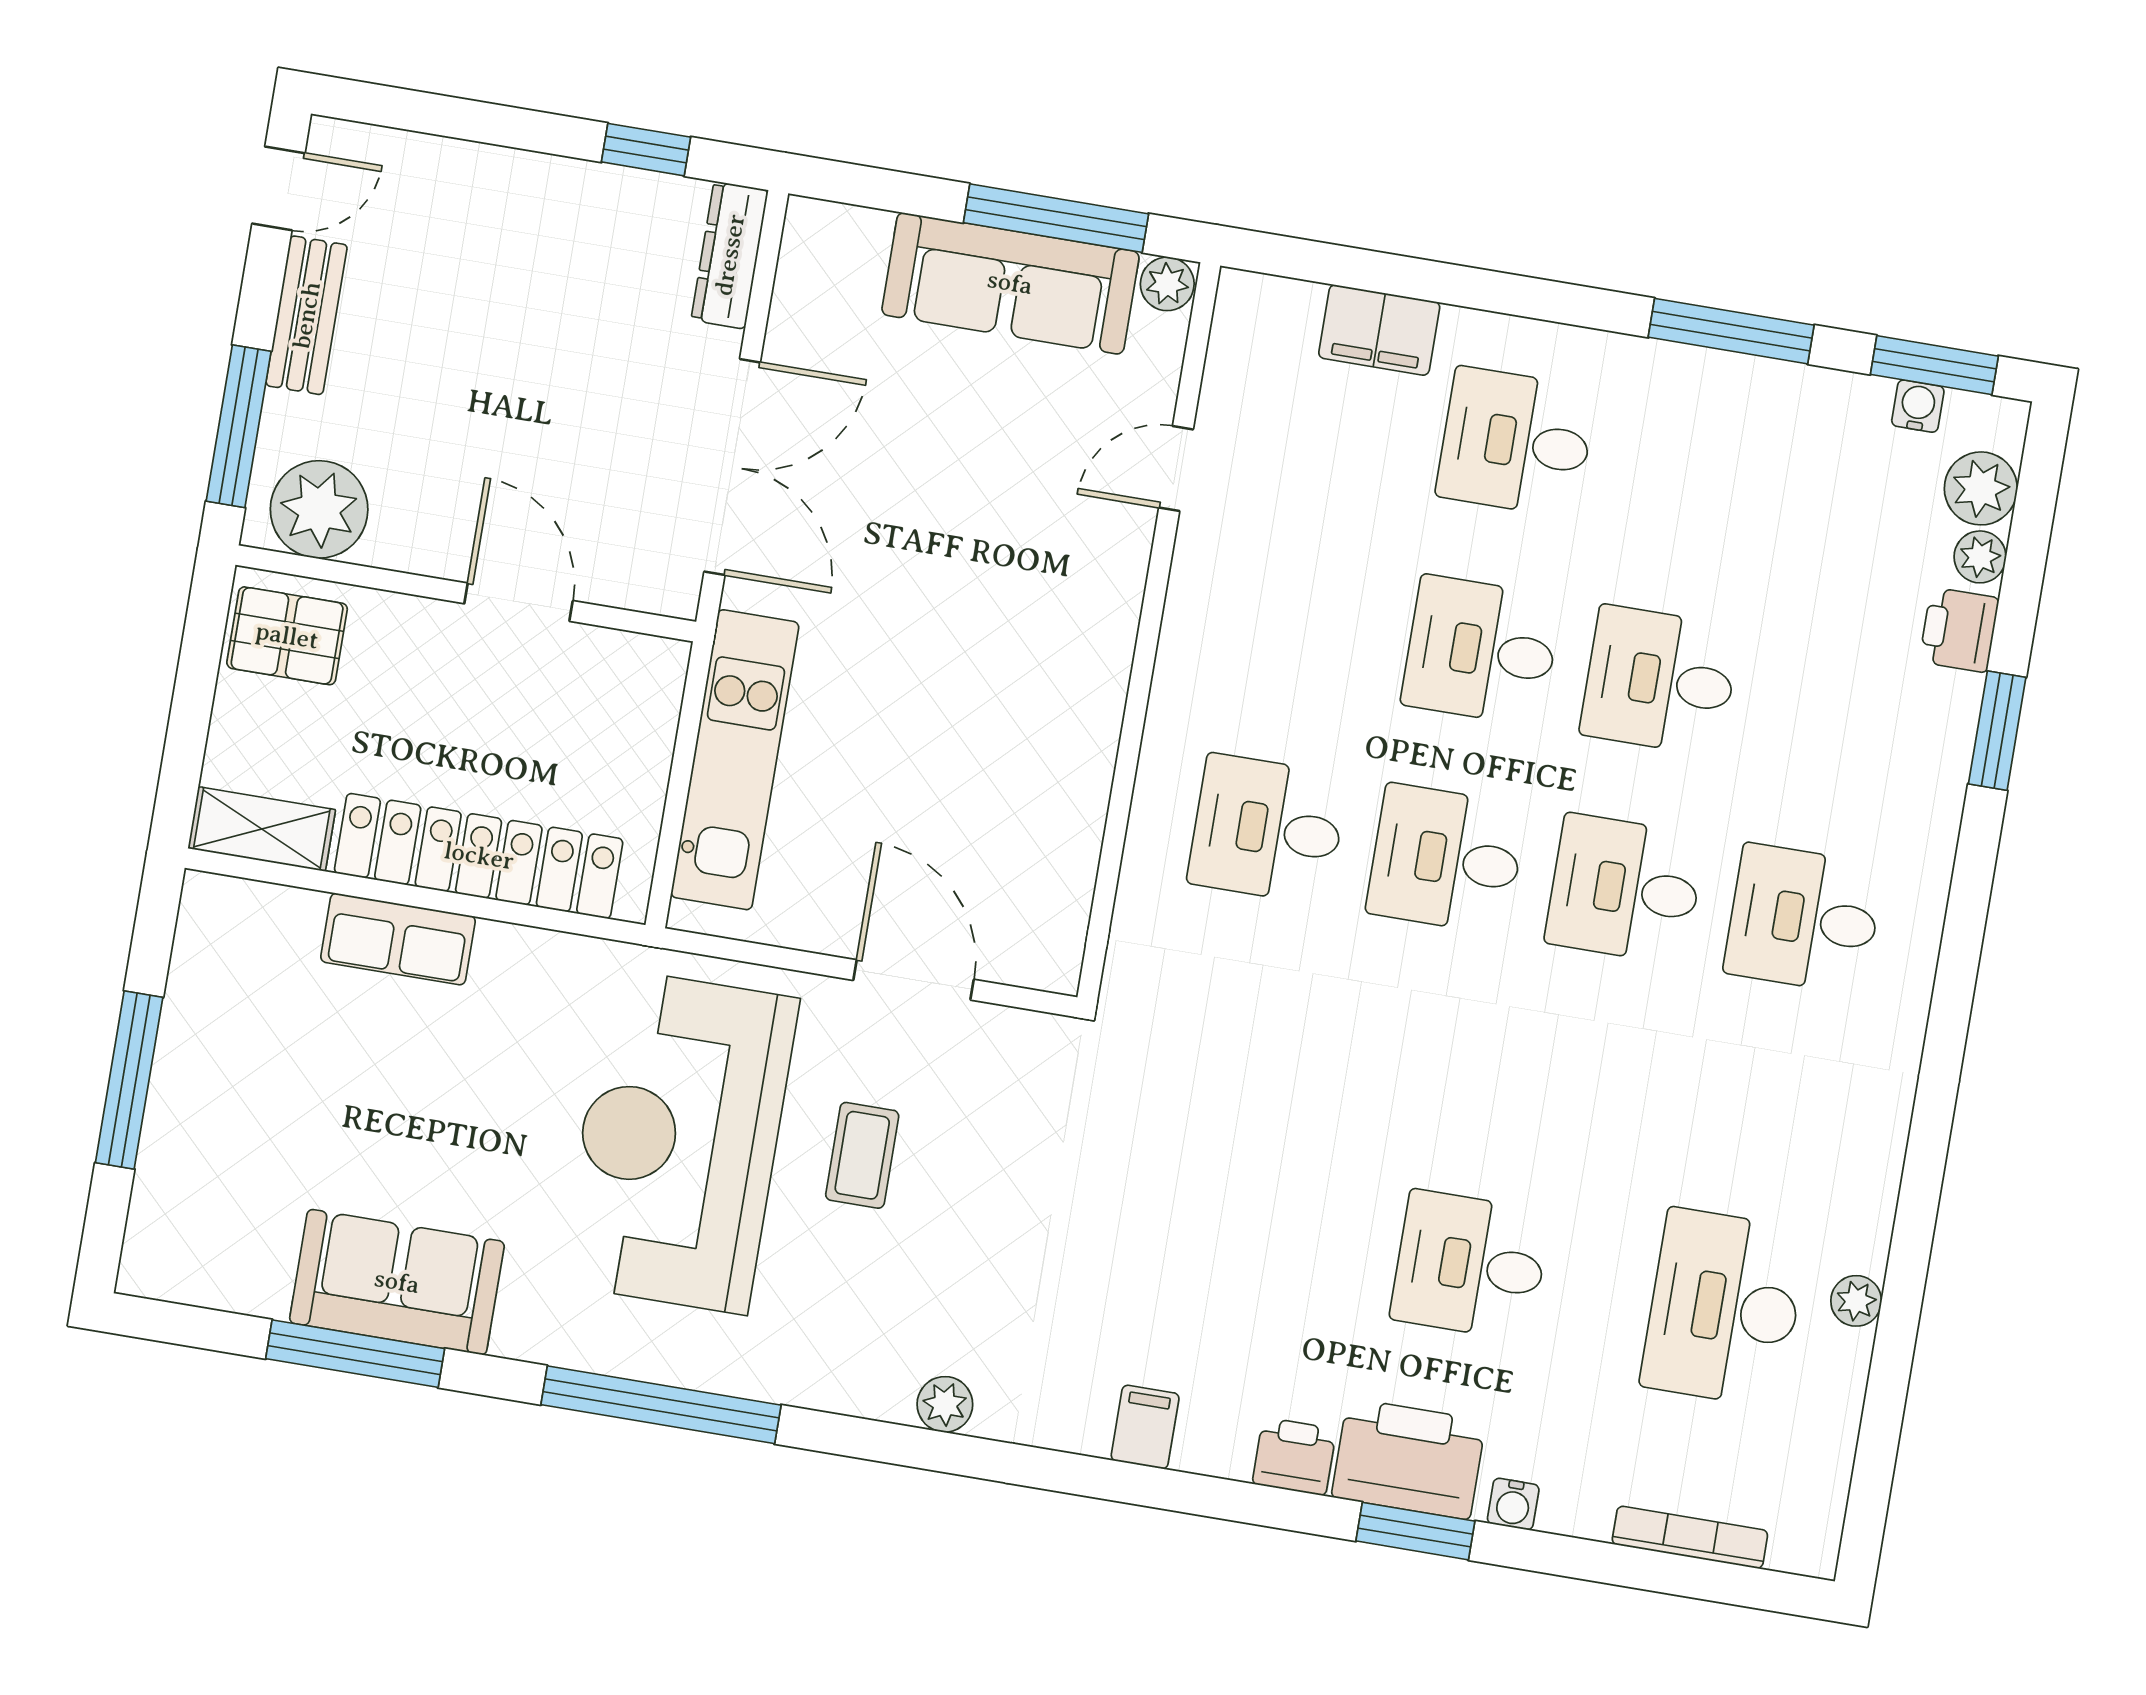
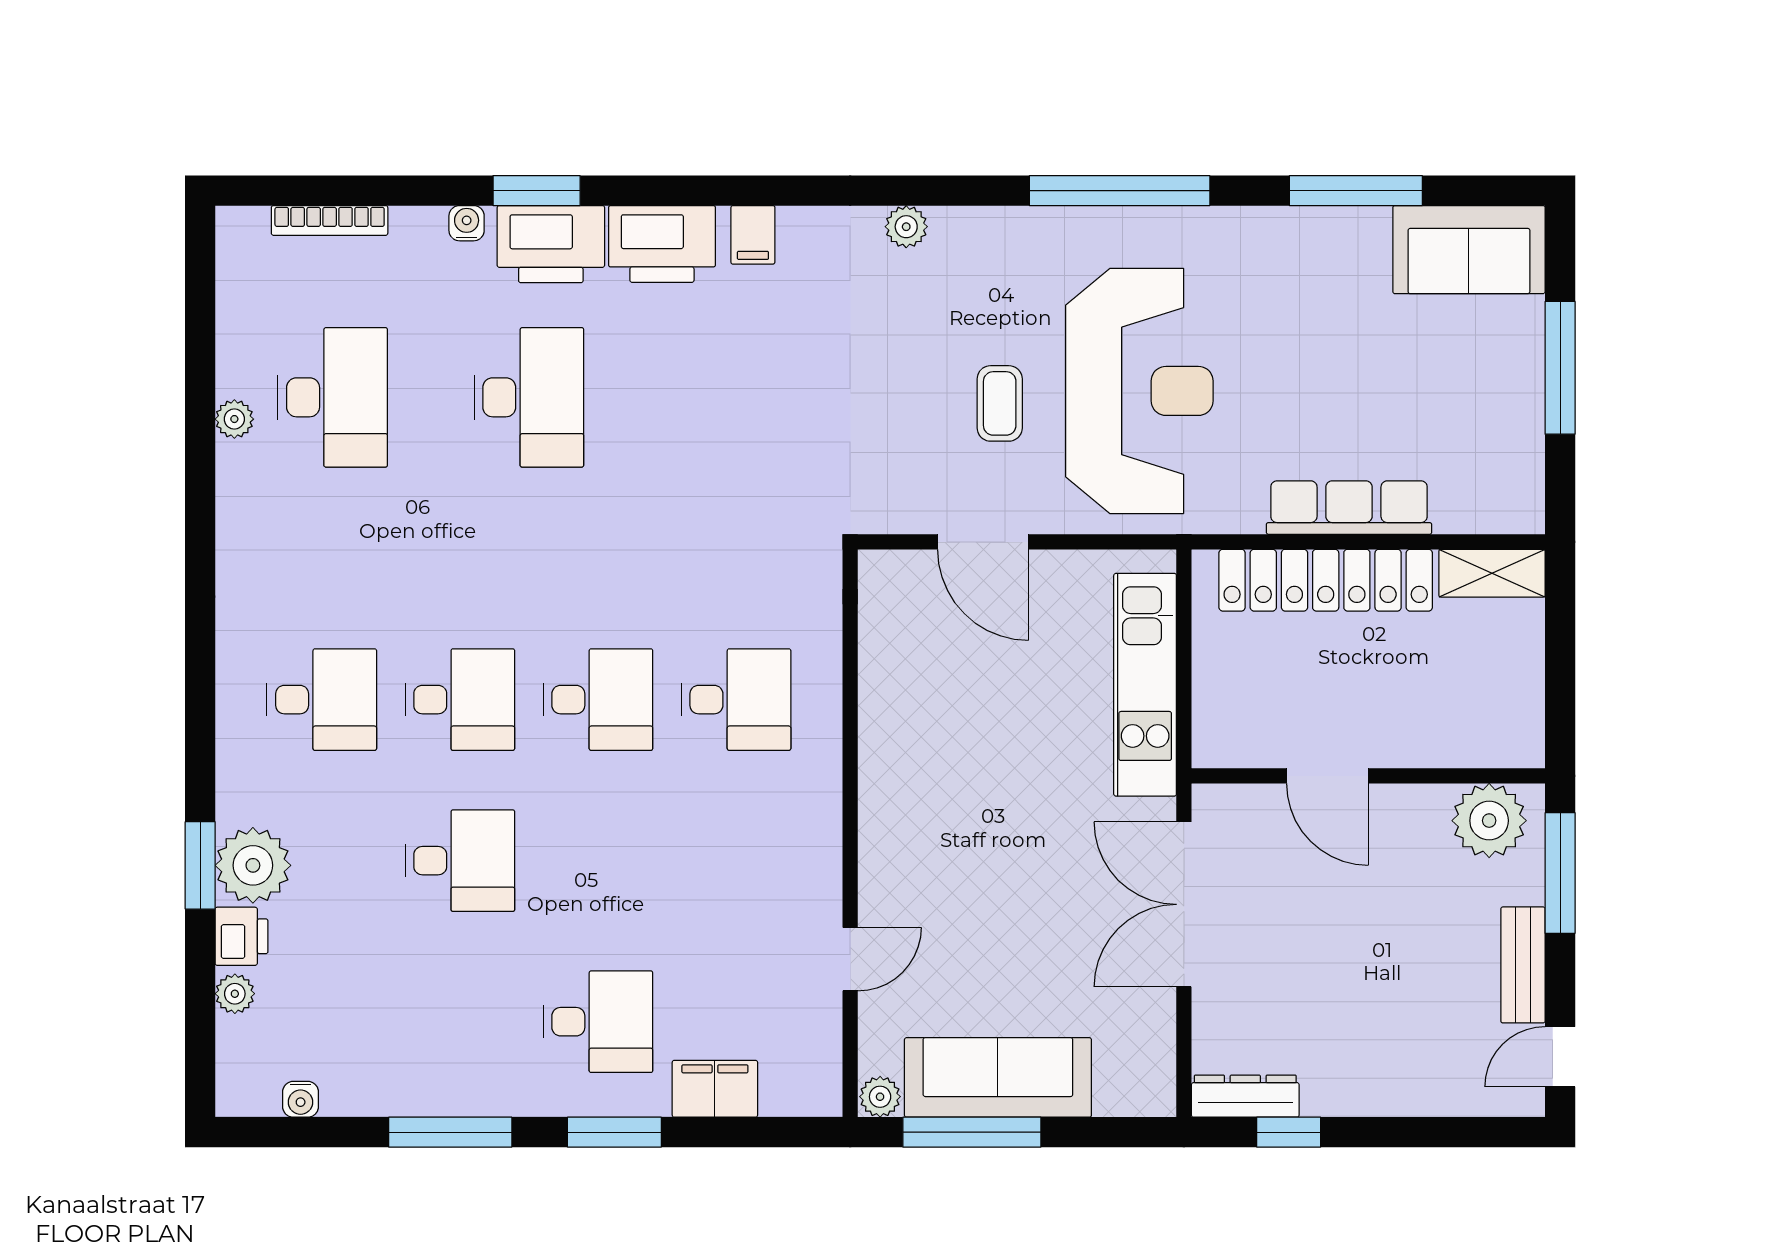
dresser: (730, 255) -> (1245, 1096), moved, turned -90
window: (1934, 365) -> (614, 1132), moved
plant: (1981, 488) -> (253, 865), moved, width x1.36, depth x1.36
pallet: (287, 636) -> (1497, 722), removed
desk: (1481, 651) -> (598, 861), removed
row of seats: (398, 939) -> (1349, 508), width x1.48
desk: (1470, 1265) -> (529, 397), width x1.37
sofa: (397, 1282) -> (1469, 250), moved
printer: (1294, 1456) -> (662, 244), width x1.87, depth x1.48

